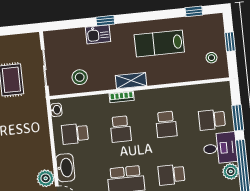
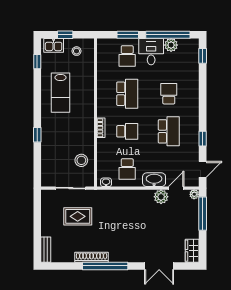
kitchen sink: (98, 34) -> (54, 45), moved, turned 90
shelving: (131, 81) -> (88, 119), removed
school desk: (166, 124) -> (127, 94), width x1.85
school desk: (171, 175) -> (169, 94), turned 180

